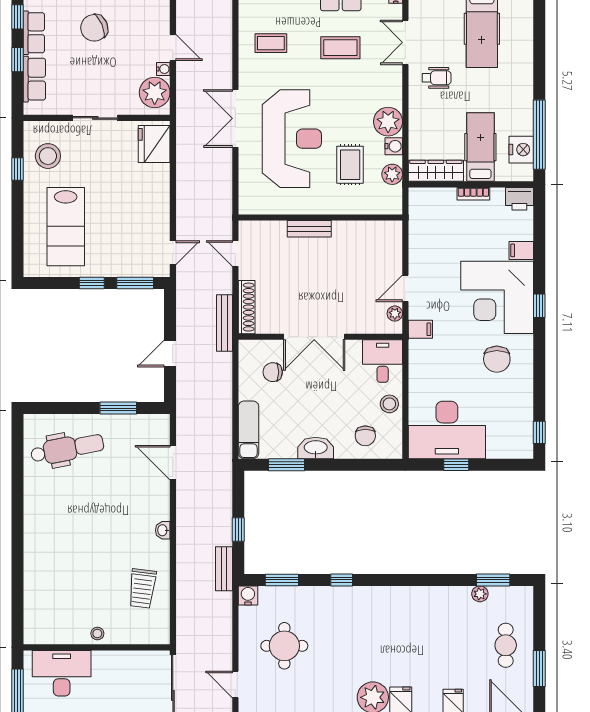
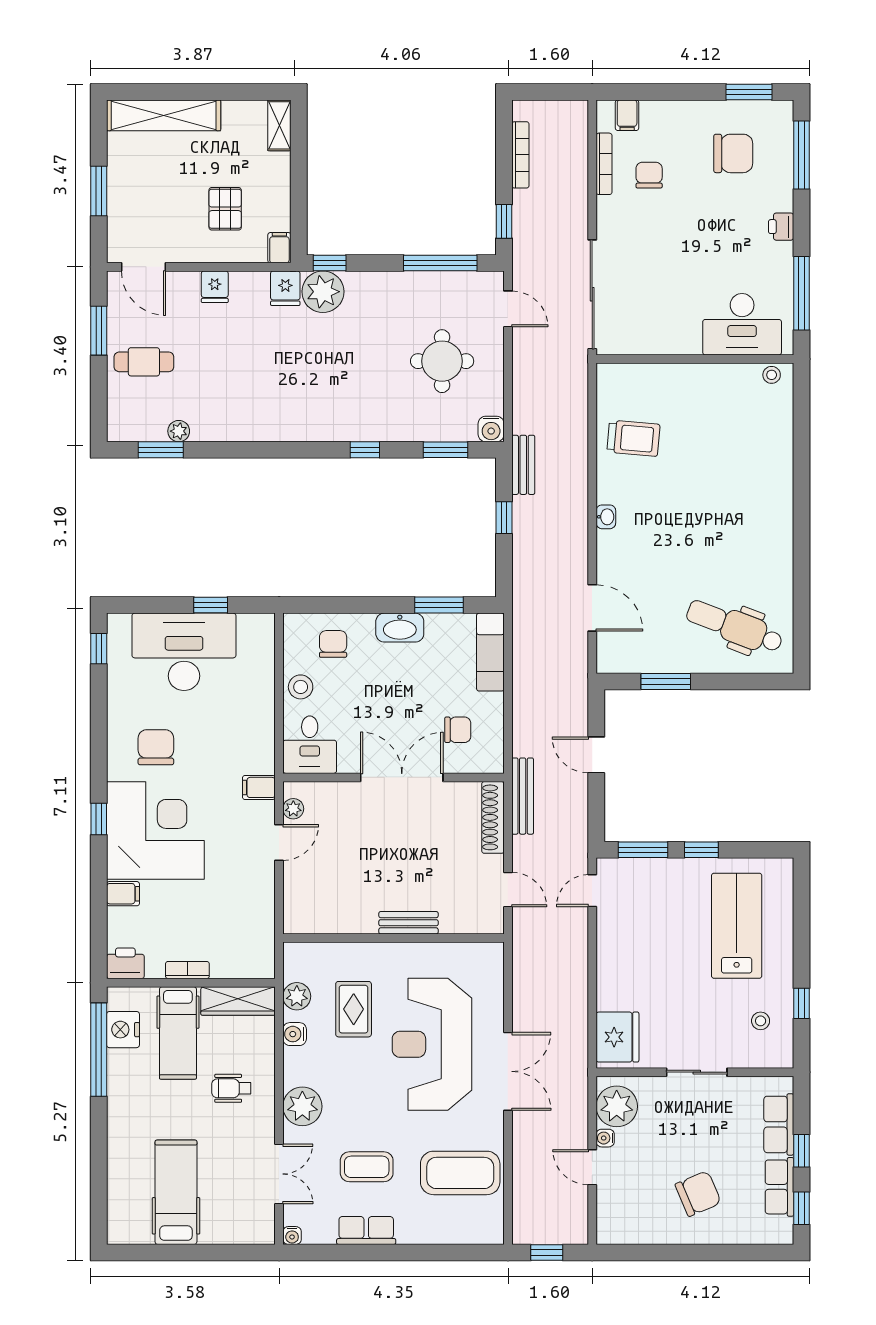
coffee table: (271, 43) -> (460, 1173), width x1.86, depth x1.72
wheelchair: (437, 78) -> (231, 1088), moved
plant: (388, 122) -> (302, 1106), moved
stool: (48, 156) -> (761, 1021), width x0.53, depth x0.53
door: (170, 353) -> (596, 755), swing flipped
desk: (447, 430) -> (184, 652), moved
dental chair: (67, 449) -> (735, 627), turned 32
trolley: (142, 589) -> (633, 438), turned 88
stool: (97, 633) -> (772, 375), moved
cafe table: (506, 645) -> (144, 362), turned 90

